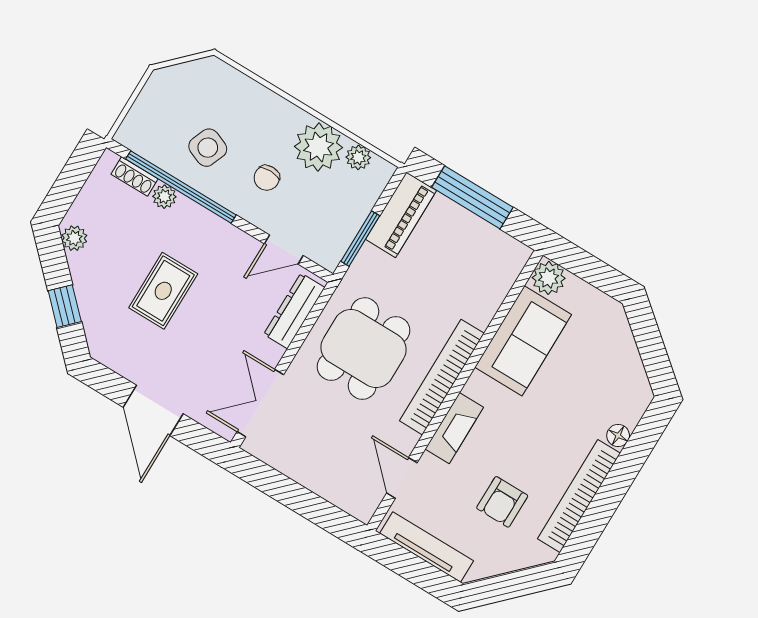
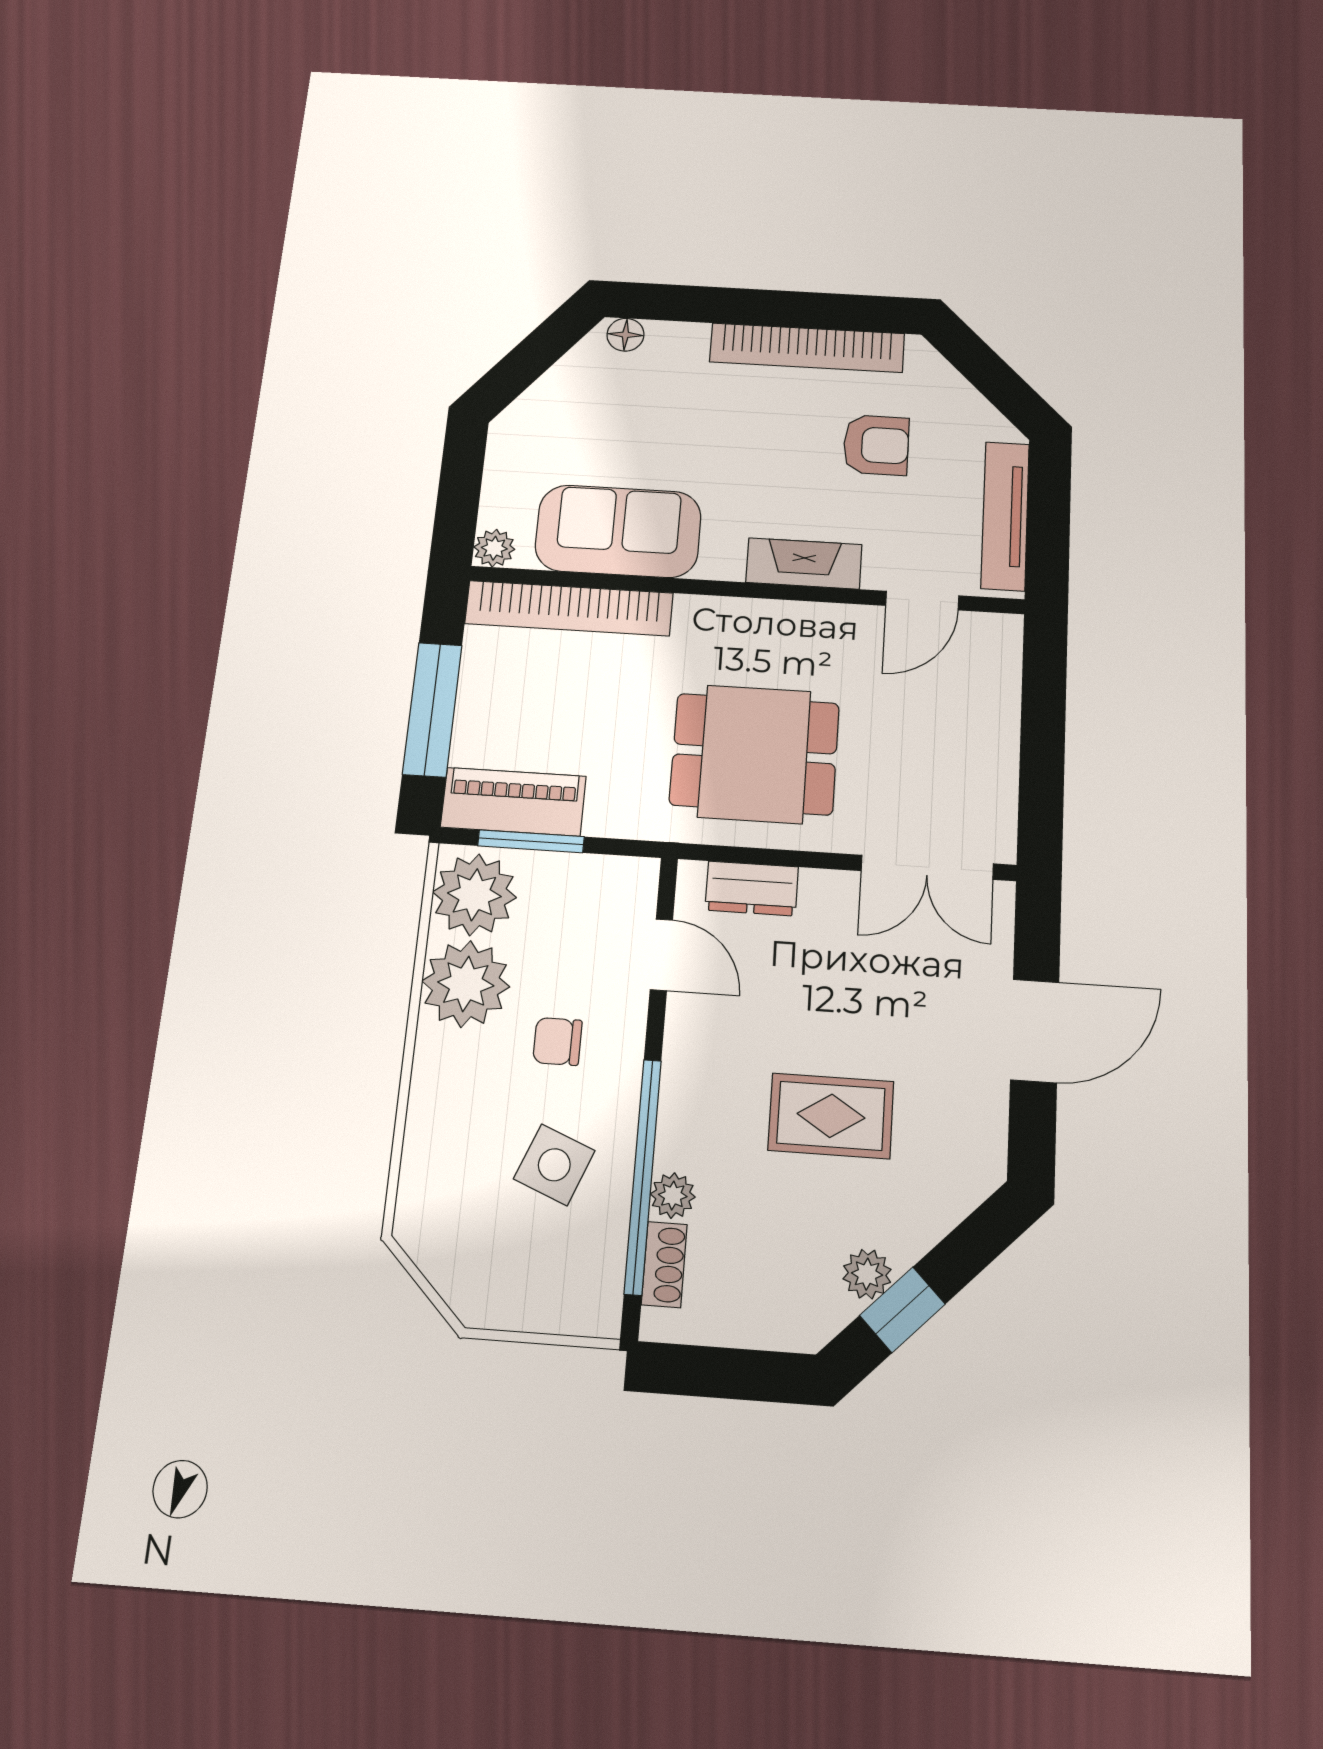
plant: (358, 157) -> (474, 895), width x1.87, depth x1.87
chair: (267, 178) -> (557, 1041), turned 180
plant: (74, 238) -> (867, 1274), moved
window: (360, 239) -> (531, 841), moved
plant: (549, 278) -> (494, 548), width x0.73, depth x0.73
window: (65, 306) -> (902, 1310), moved
dresser: (294, 311) -> (752, 888), width x0.70
bookcase: (442, 377) -> (569, 608), moved
floor lamp: (618, 436) -> (625, 335), moved

